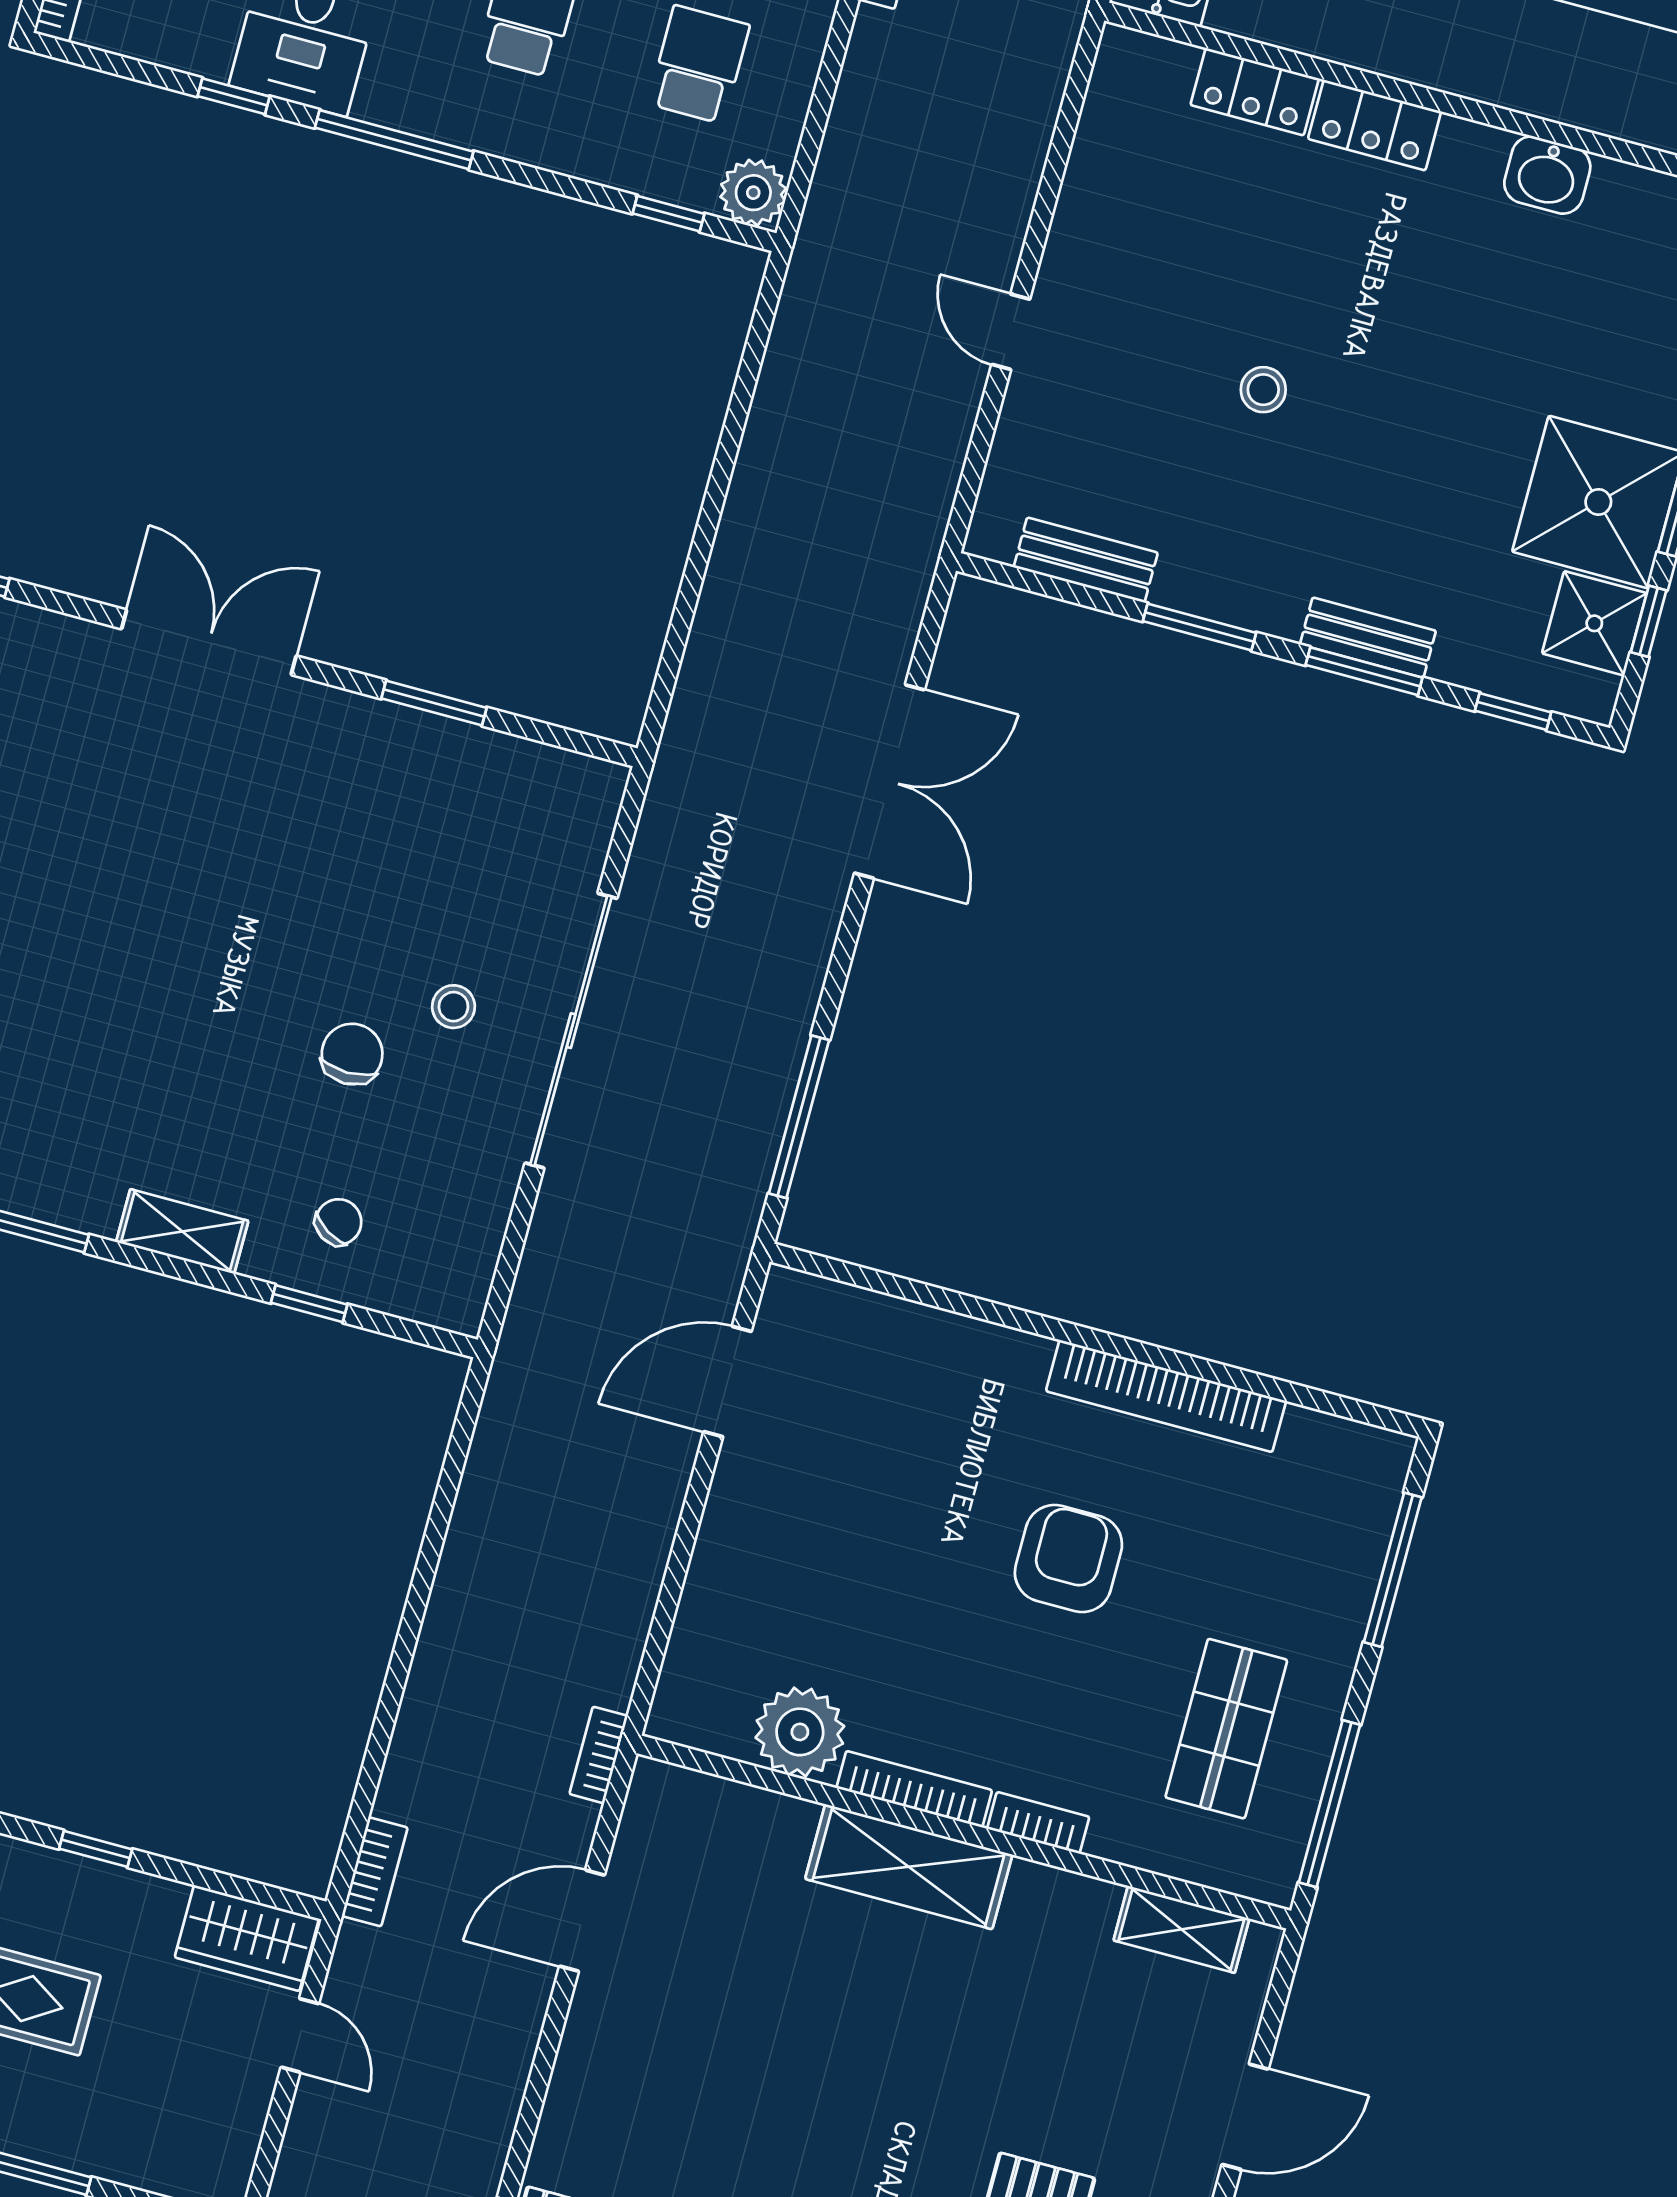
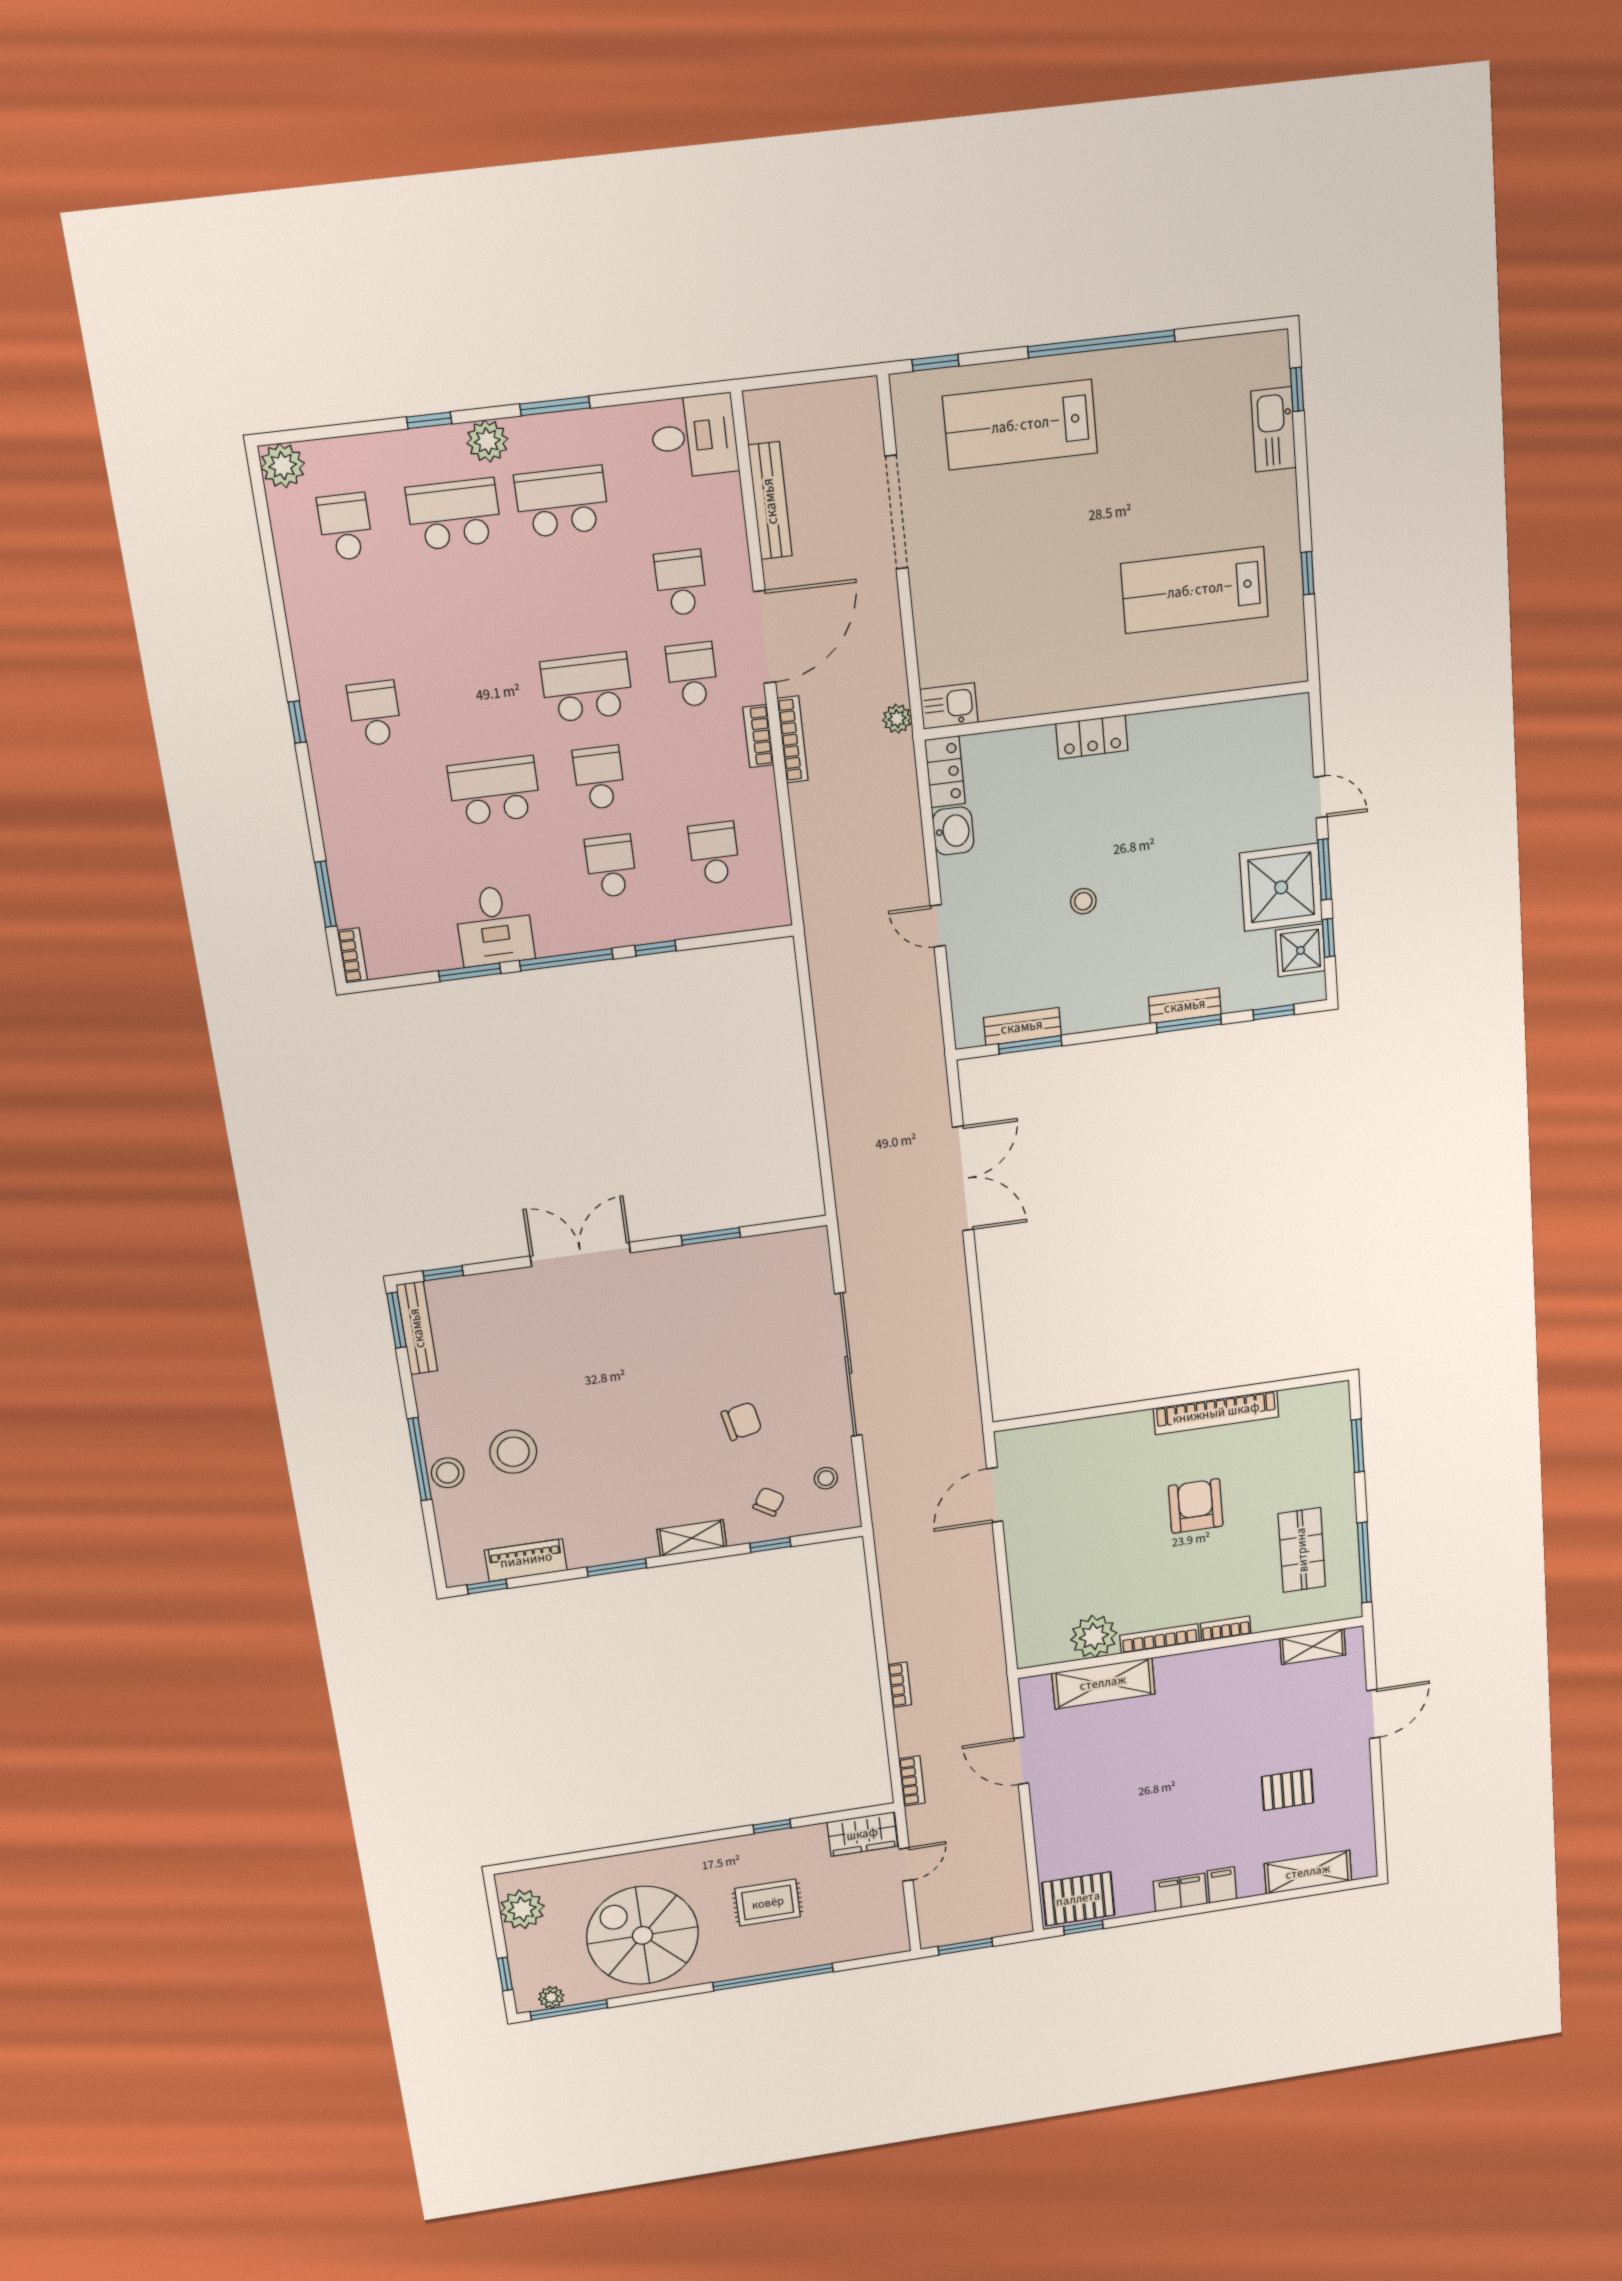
locker: (1255, 92) -> (945, 772), moved, turned -90
window: (234, 96) -> (470, 972), width x1.50
washbasin: (1547, 175) -> (953, 831), moved, turned -90
plant: (753, 193) -> (771, 909), removed
window: (668, 214) -> (655, 948), moved
window: (1199, 627) -> (1030, 1045), moved
stool: (453, 1007) -> (826, 1478), moved
chair: (352, 1054) -> (742, 1421), turned 78
window: (799, 1117) -> (981, 1358), removed
window: (1393, 1570) -> (1358, 1446), width x0.69
bookcase: (599, 1755) -> (900, 1685), moved, turned 180
shelving: (909, 1867) -> (1103, 1683), moved
door: (582, 1921) -> (1021, 1761), hinge flipped
door: (300, 2035) -> (906, 1864), hinge flipped

